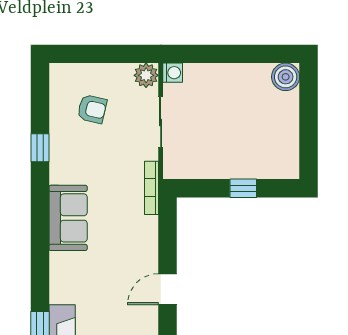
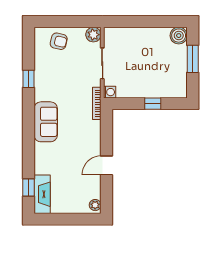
washing machine: (173, 73) -> (110, 92), moved
armchair: (92, 109) -> (59, 41), moved
window: (309, 115) -> (193, 59), added

